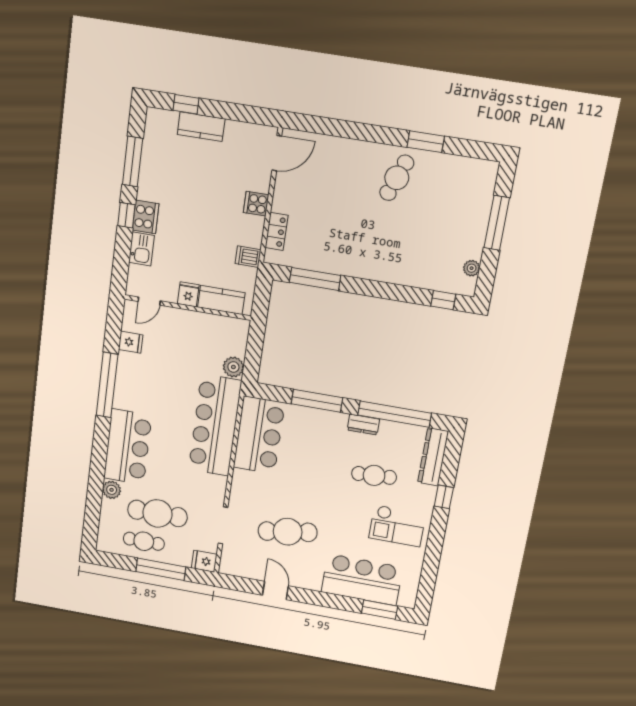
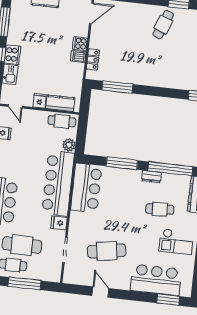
dishwasher: (248, 257) -> (78, 56), moved
door: (149, 301) -> (15, 106), hinge flipped
cafe table: (223, 329) -> (62, 121), added
fridge: (204, 561) -> (59, 223), moved

